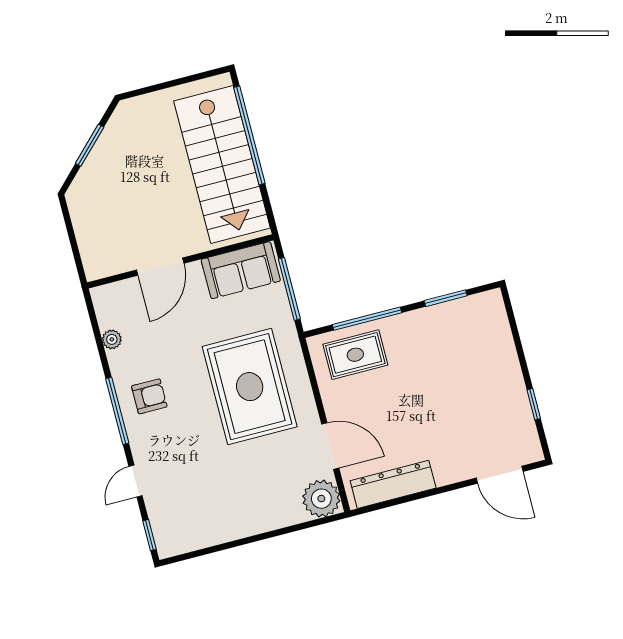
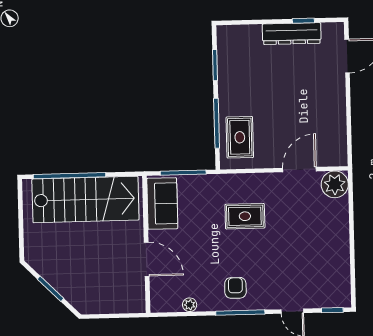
rug: (250, 387) -> (245, 216), width x0.54, depth x0.49
dresser: (393, 484) -> (292, 34), moved, turned -90

